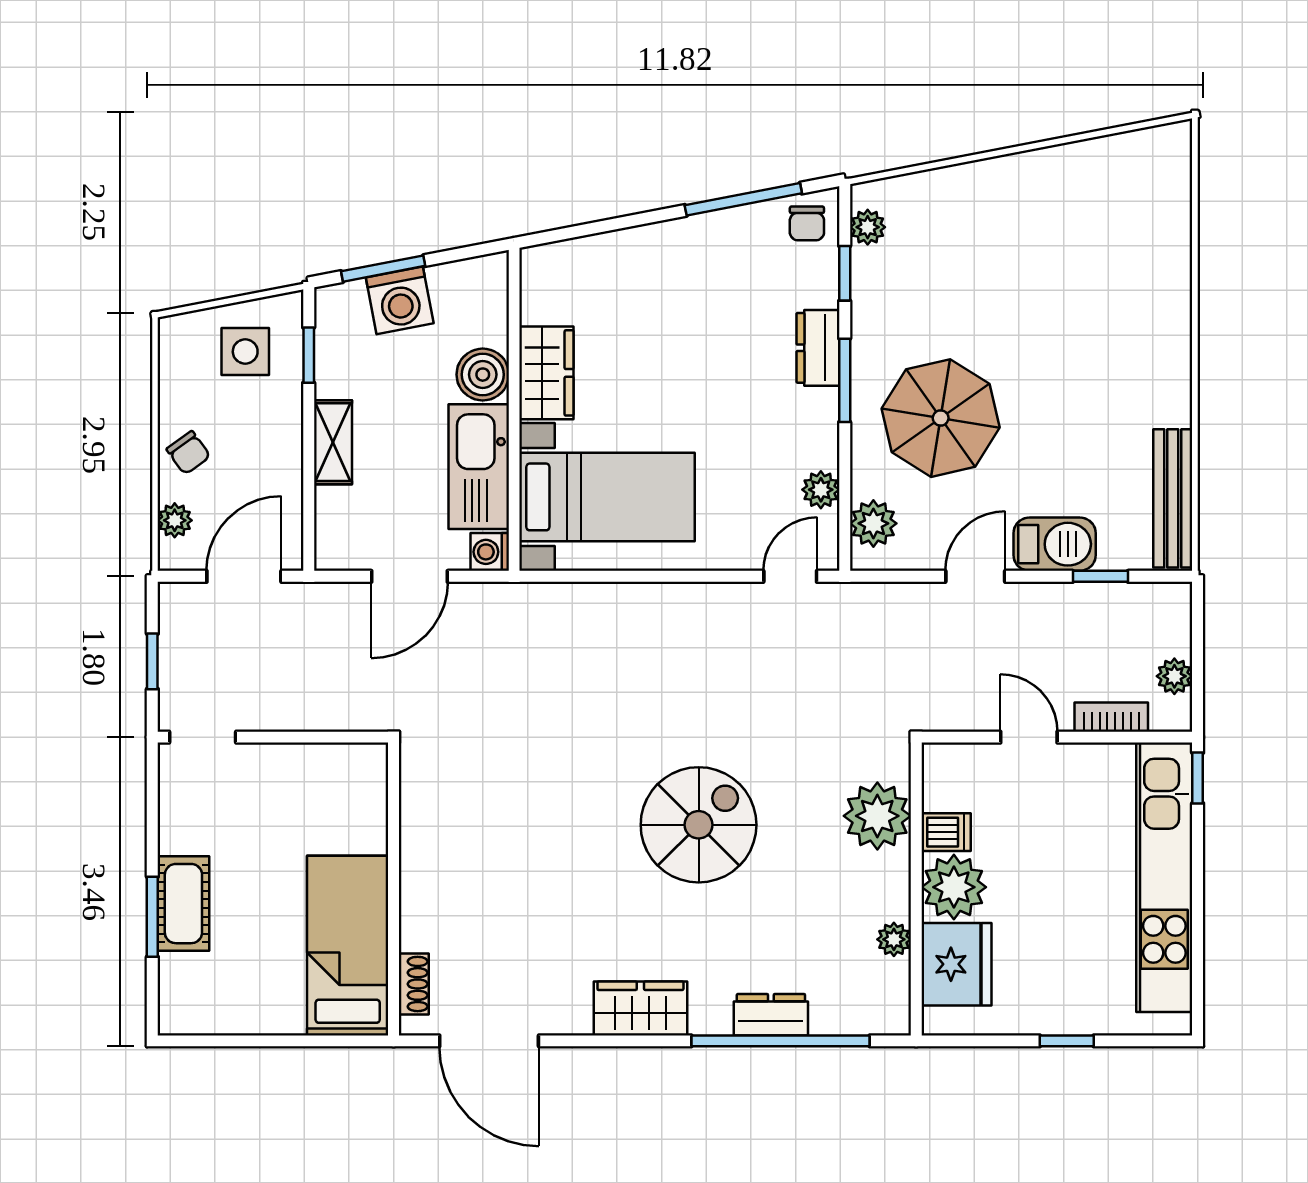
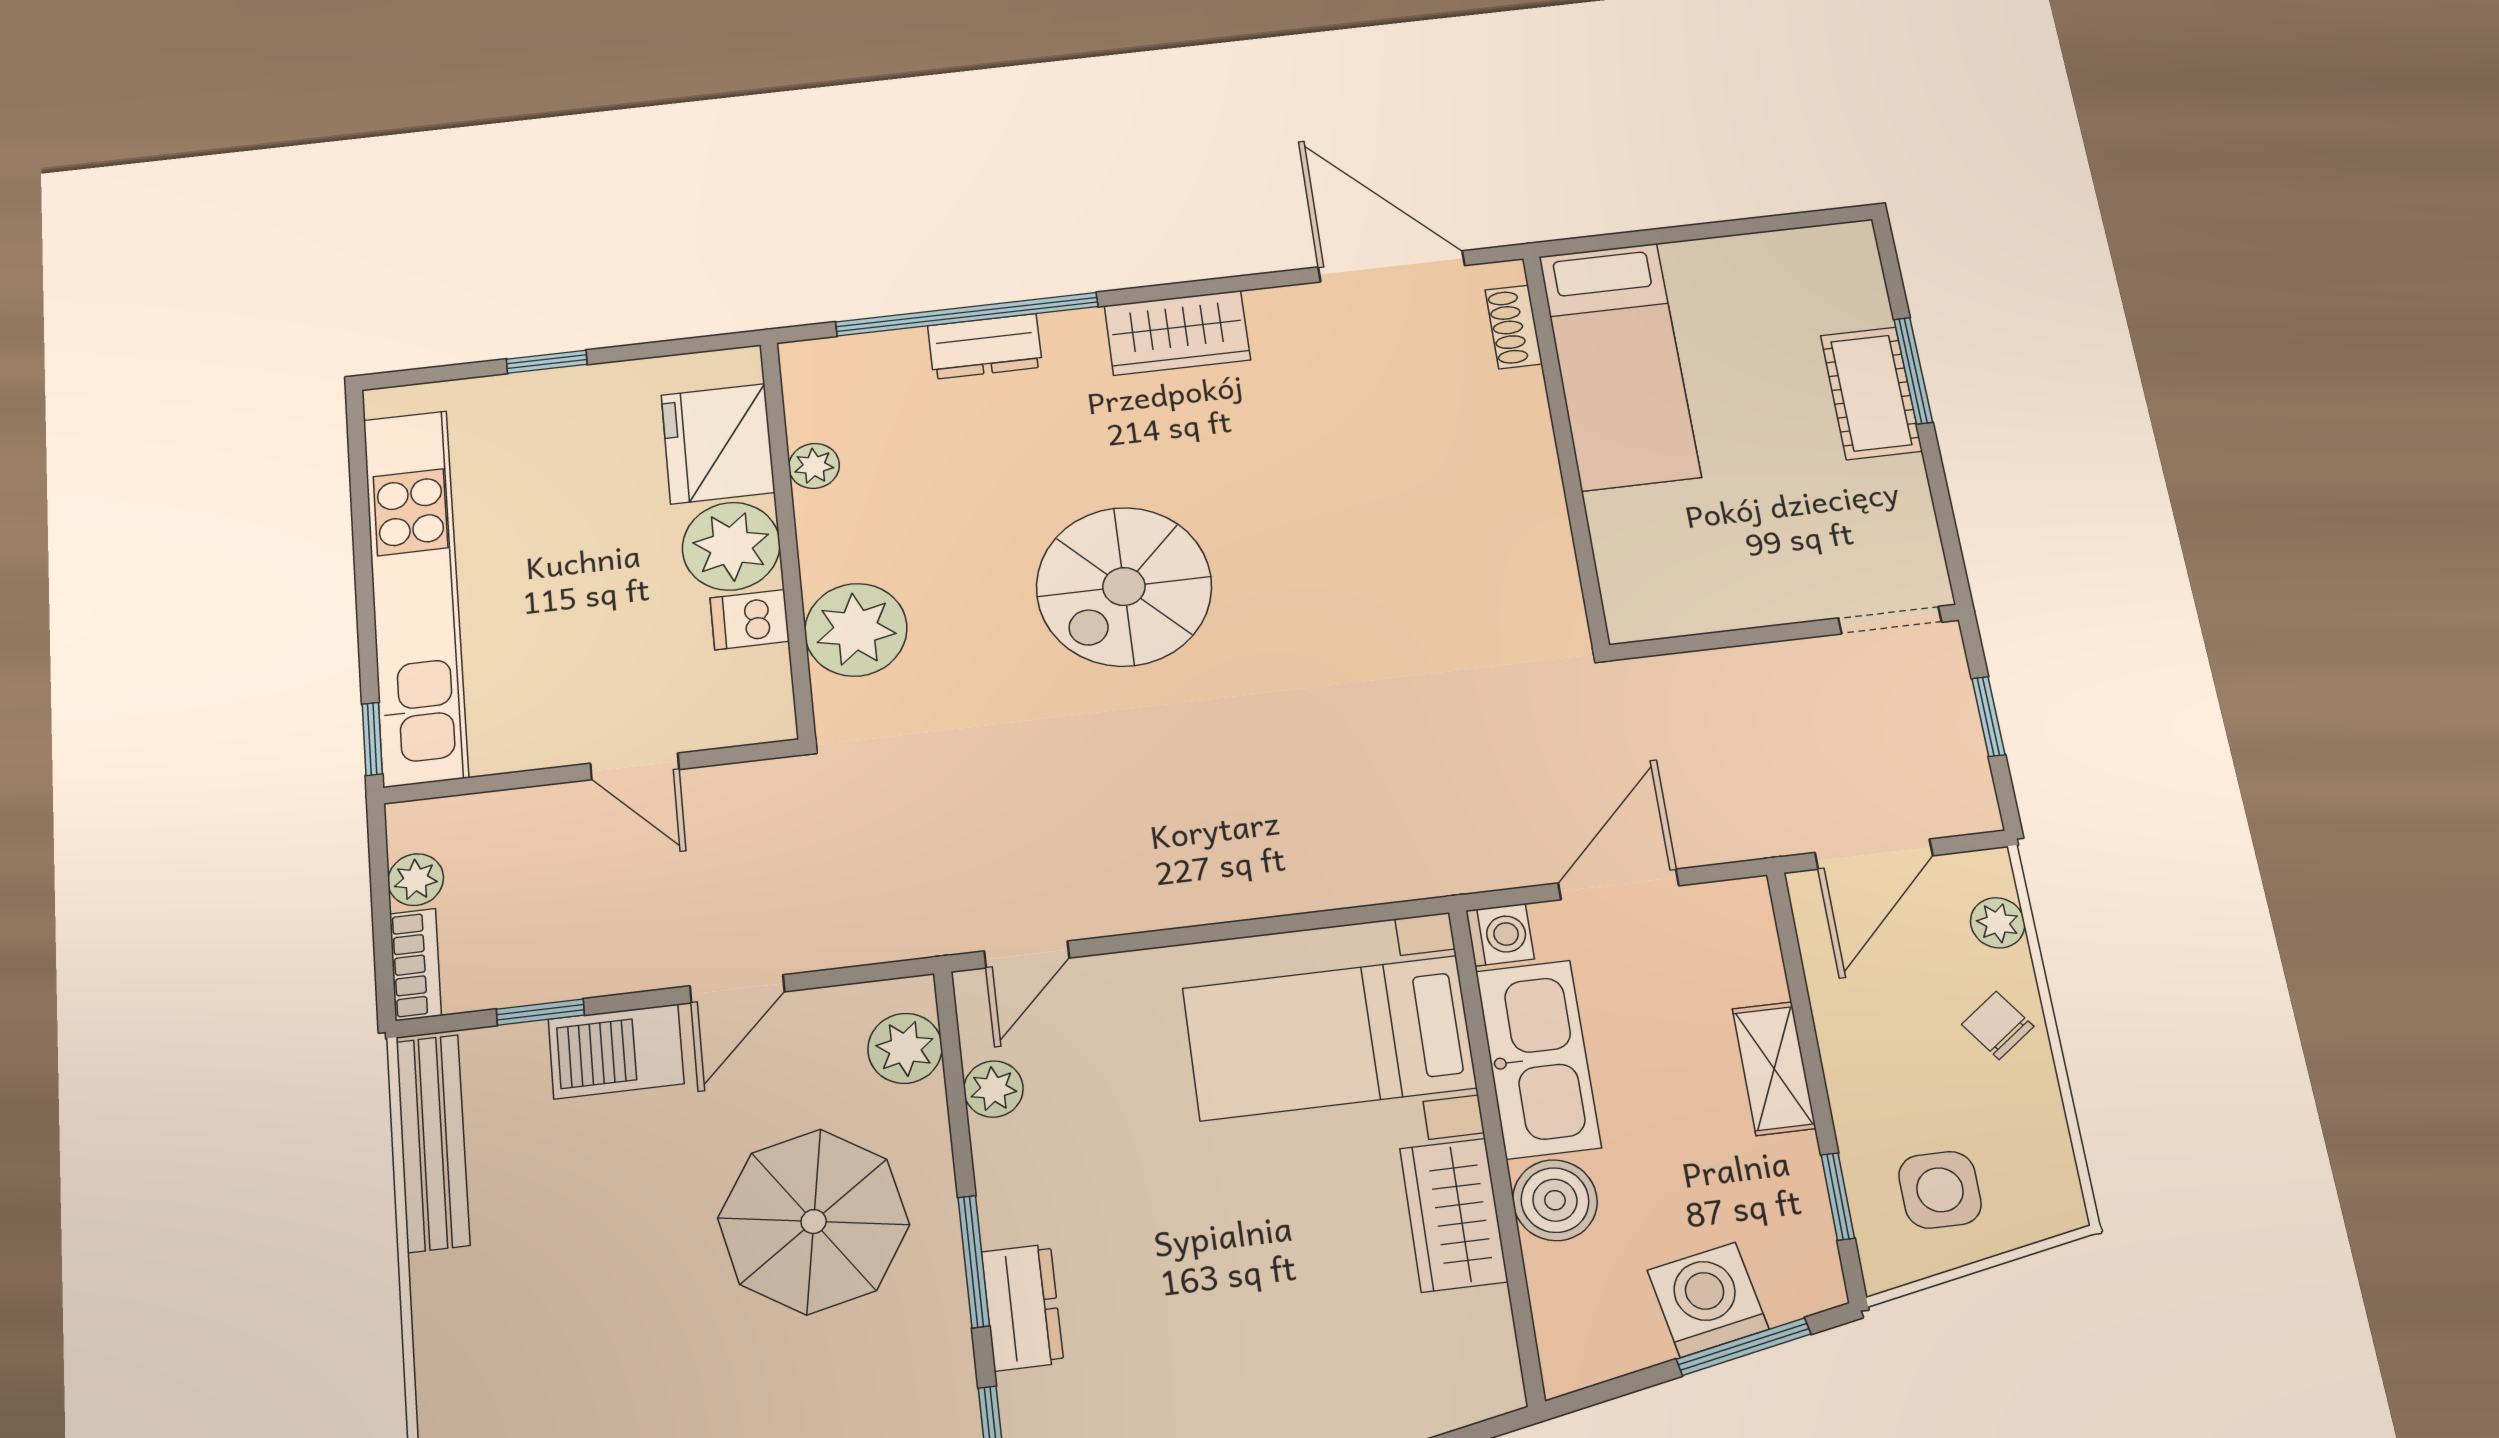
bookcase: (1111, 717) -> (415, 965), moved, turned -90

